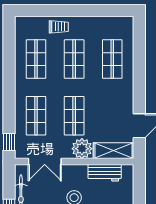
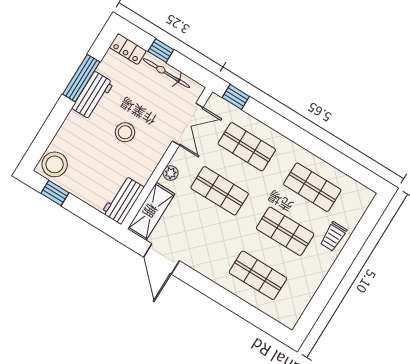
plant: (82, 149) -> (171, 173), width x0.53, depth x0.53
double door: (45, 162) -> (188, 124), swing flipped
workbench: (105, 173) -> (123, 200), moved

